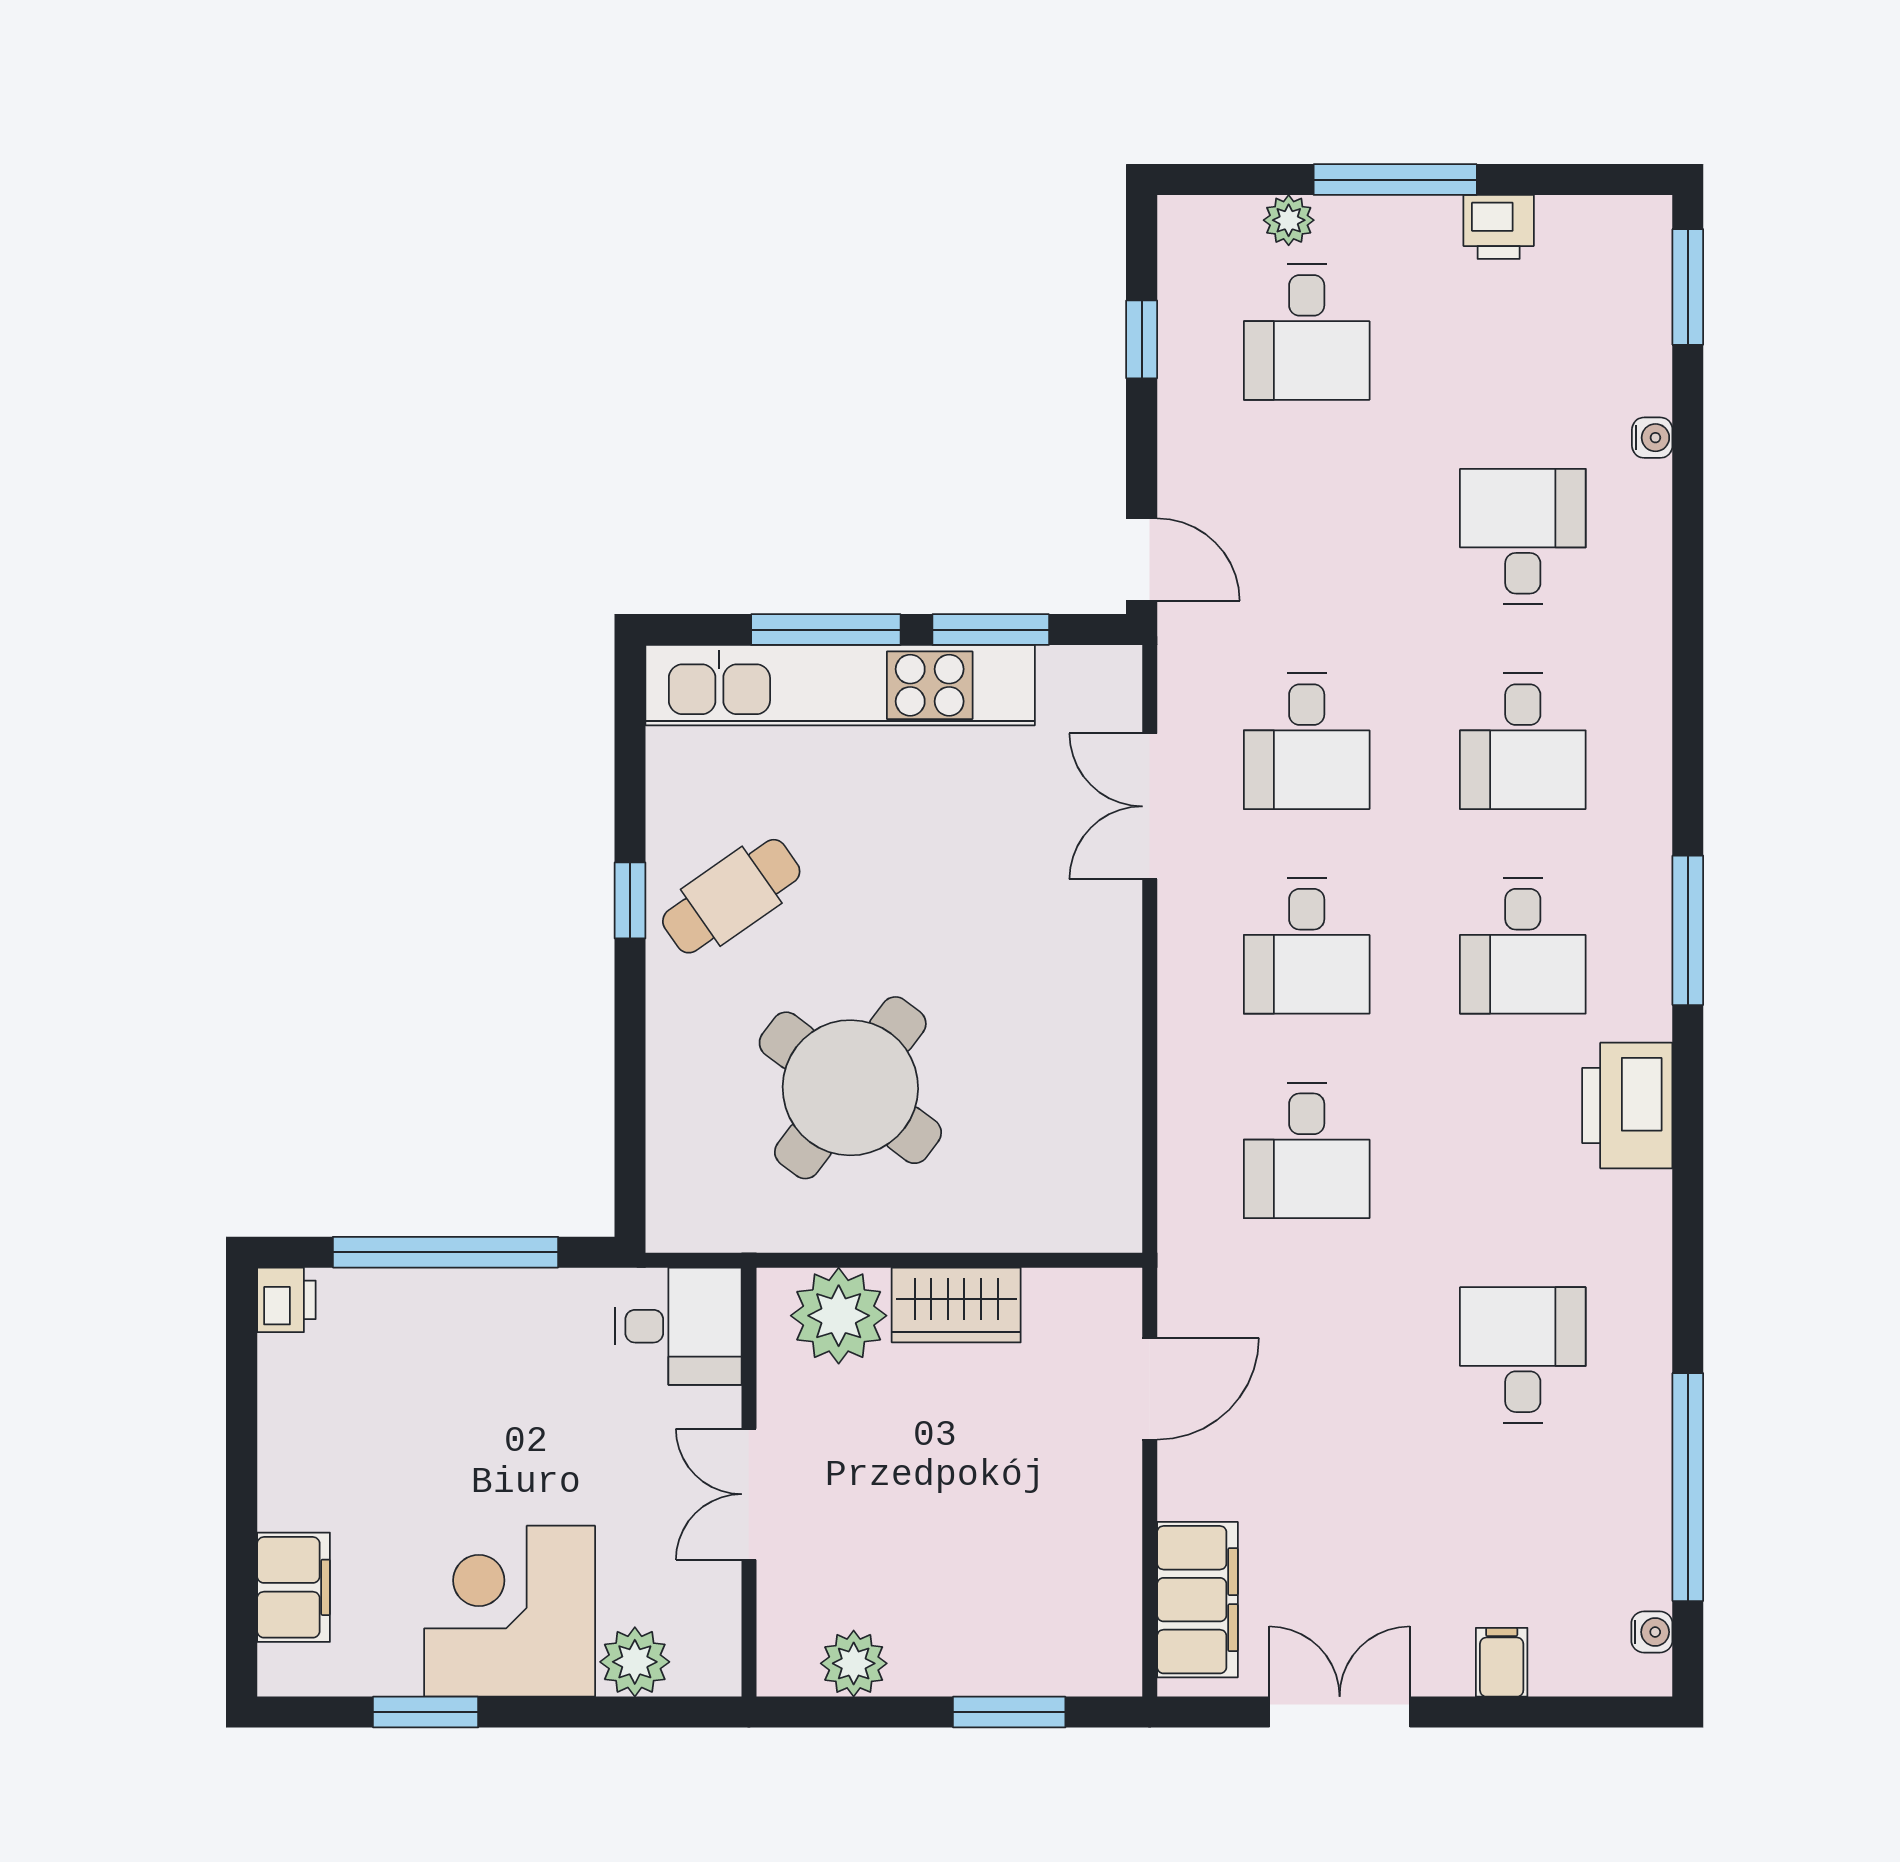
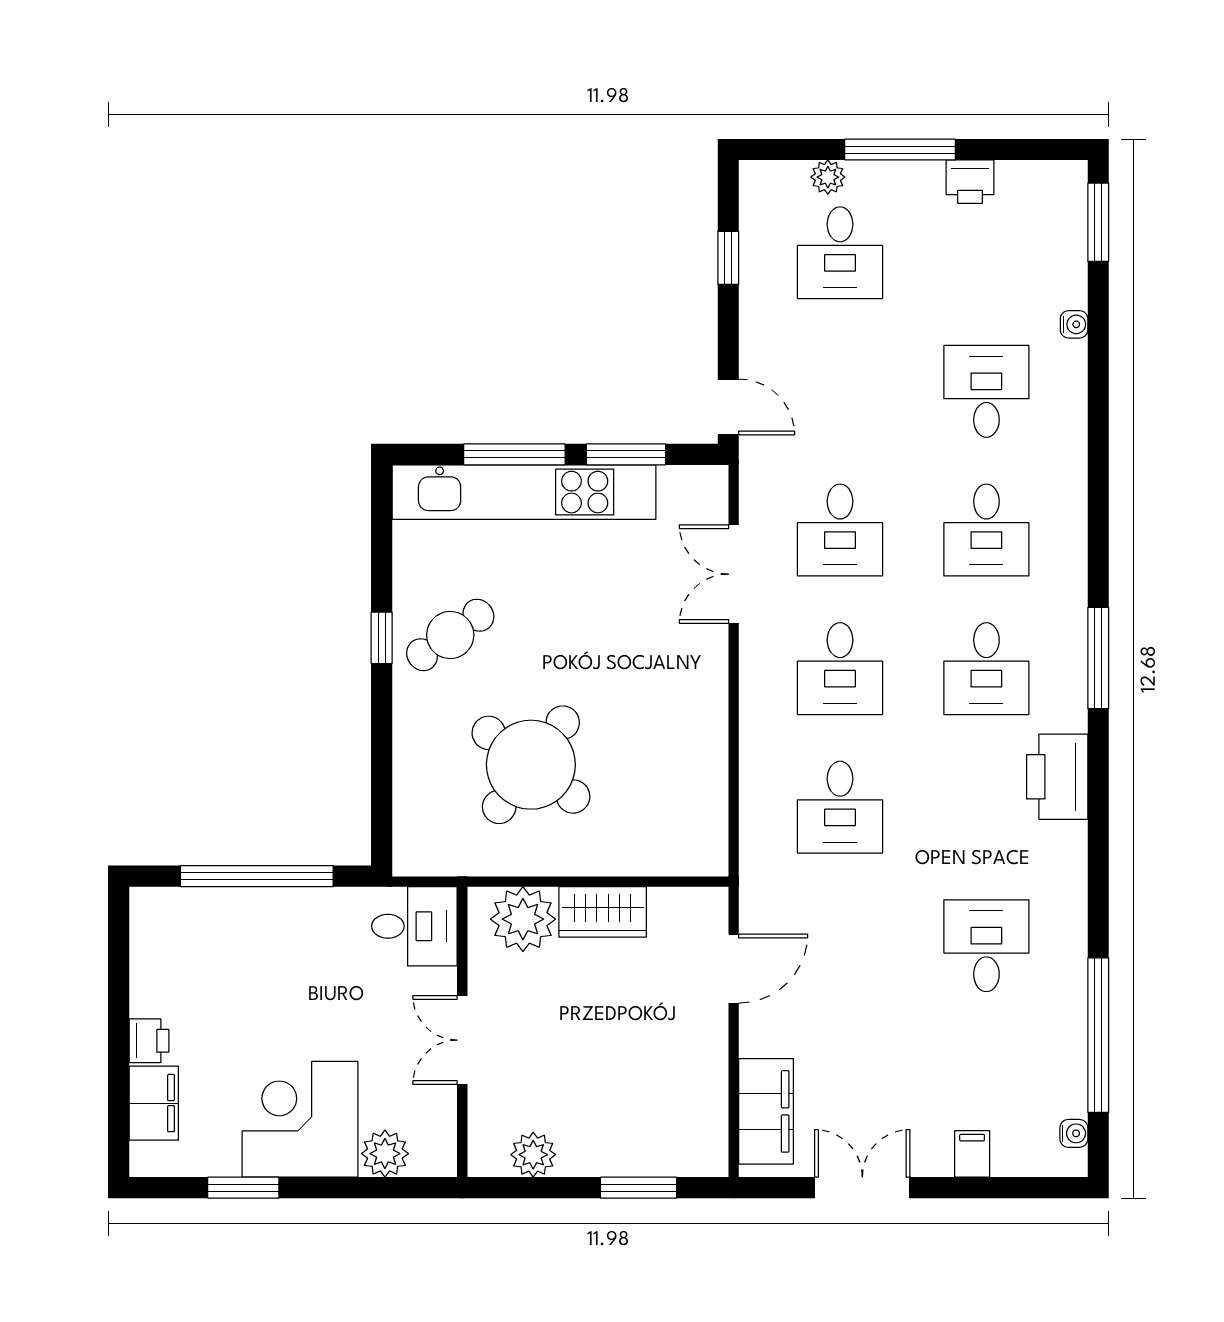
printer: (286, 1300) -> (149, 1041), moved

